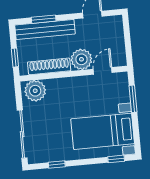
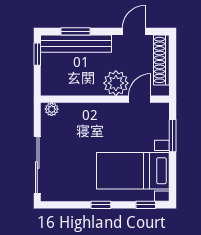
window: (15, 58) -> (37, 54), moved
shoe rack: (49, 66) -> (161, 60), moved, turned -90
plant: (35, 91) -> (52, 109), width x0.53, depth x0.53
window: (57, 165) -> (101, 205), moved

